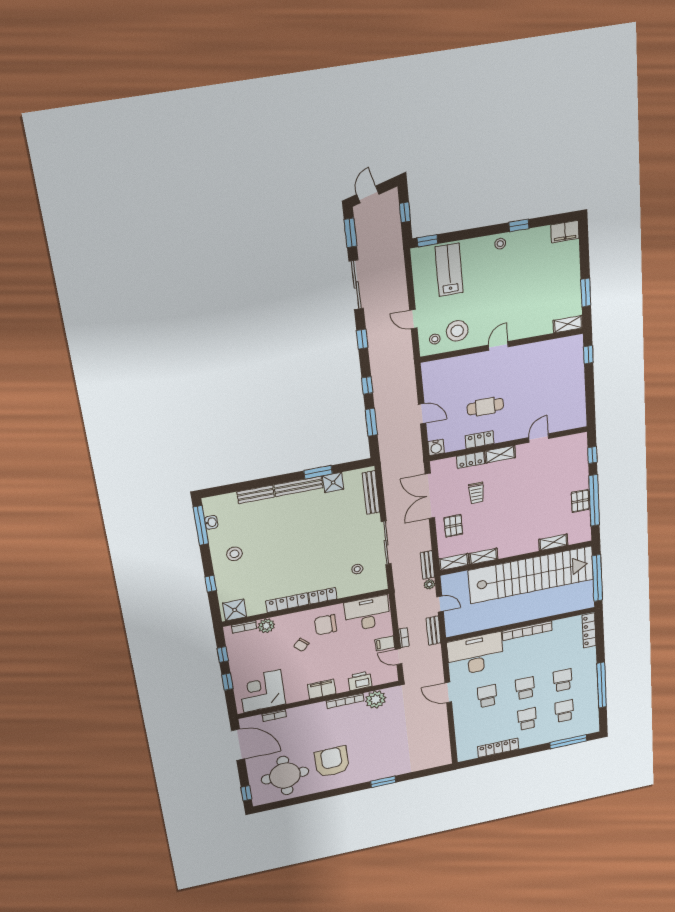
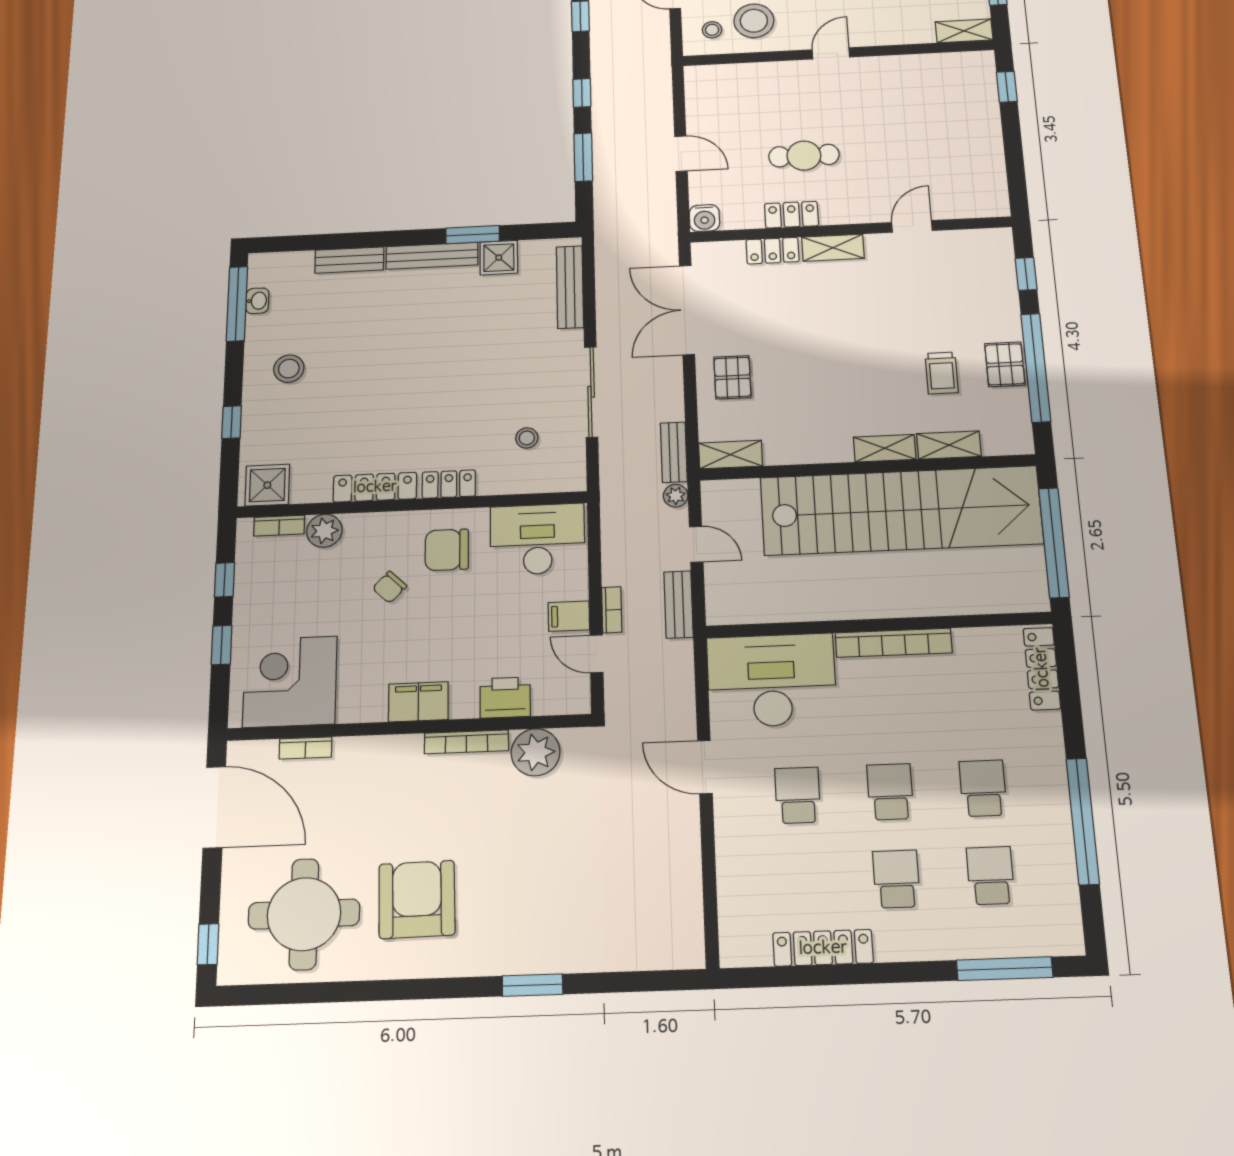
trolley: (476, 493) -> (942, 373), moved
shelving: (483, 556) -> (885, 448), moved

